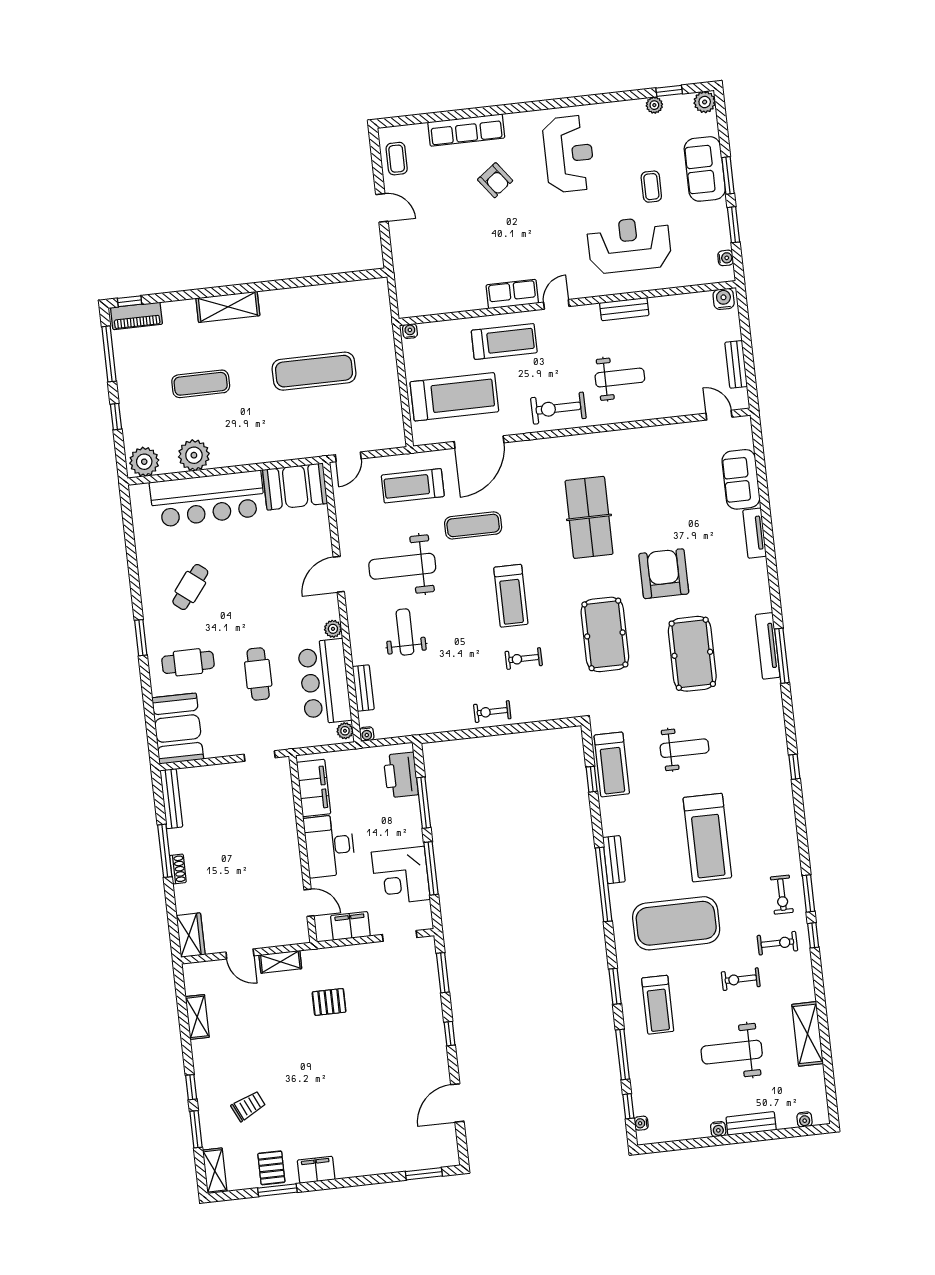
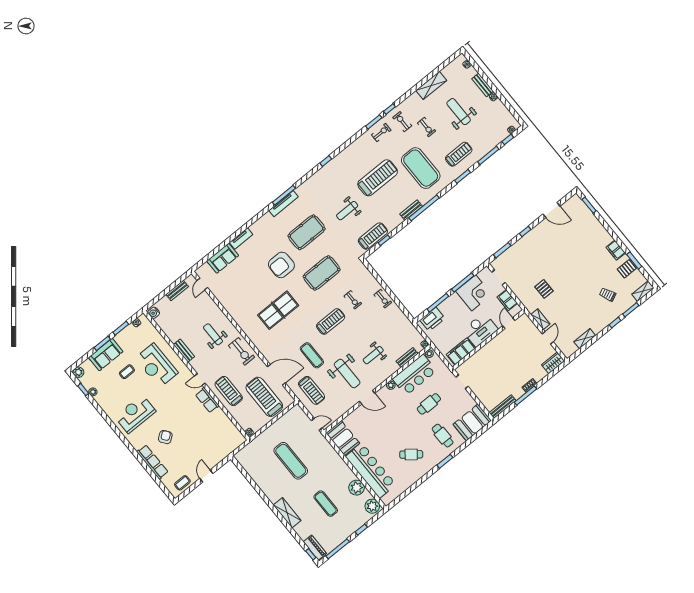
weight bench: (685, 748) -> (347, 211), turned -90
weight bench: (732, 1052) -> (459, 112), turned 180

